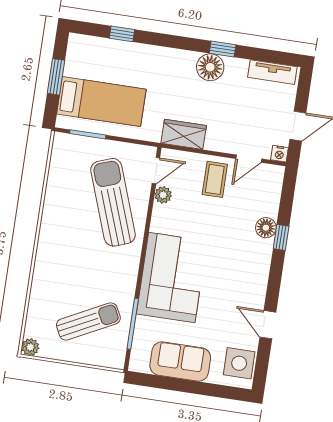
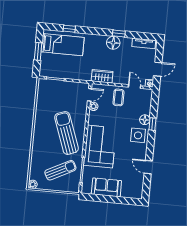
bed: (101, 102) -> (63, 45), moved
door: (249, 159) -> (135, 86), swing flipped
sun lounger: (113, 202) -> (66, 133), moved
side table: (239, 363) -> (138, 135), moved

